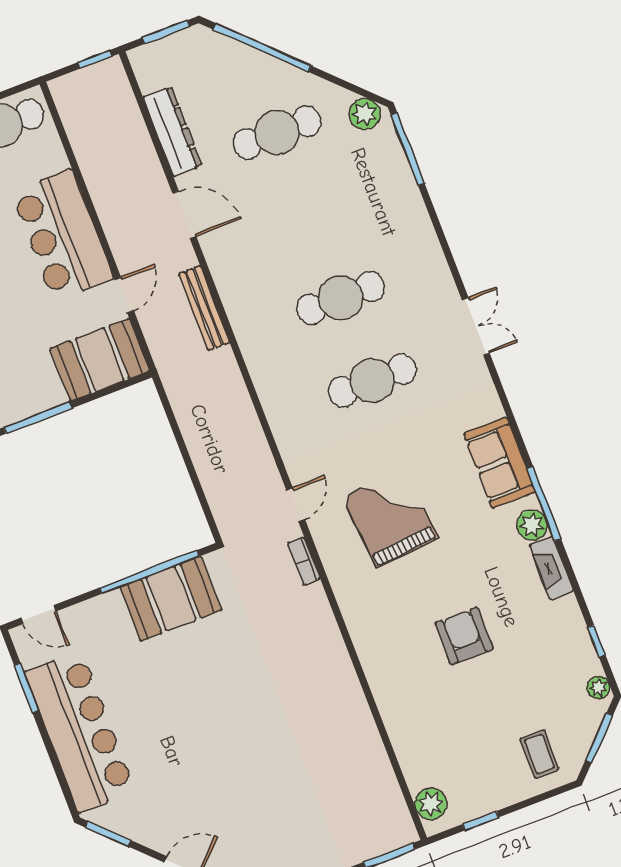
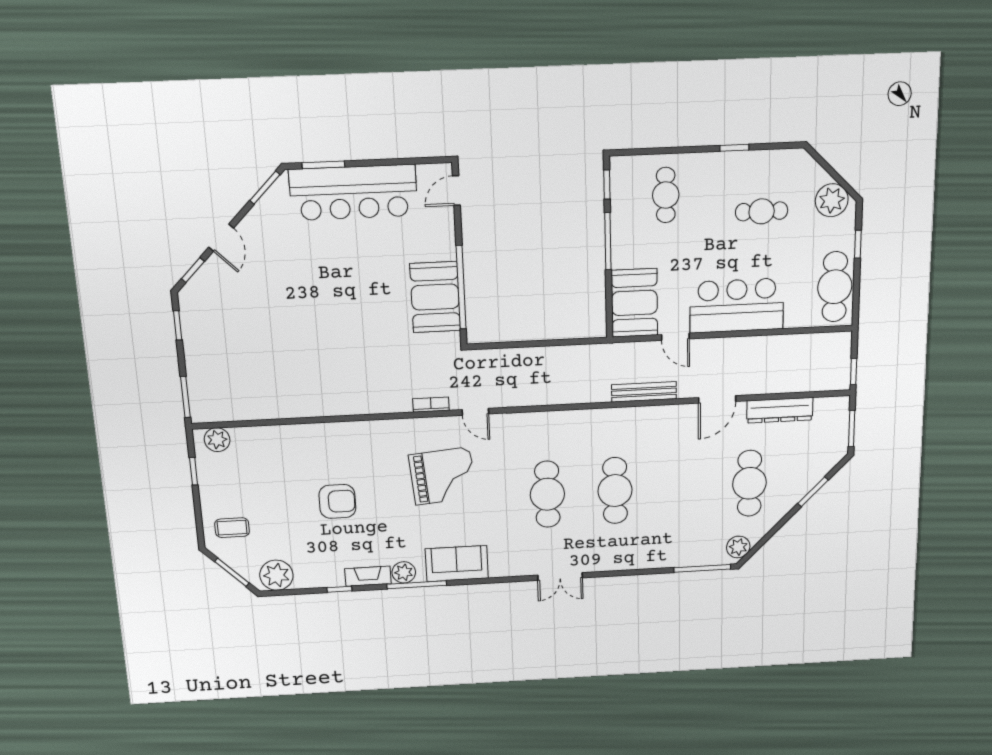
window: (262, 48) -> (813, 492), width x0.47
window: (597, 641) -> (339, 589), moved
window: (26, 688) -> (323, 165), moved
plant: (599, 688) -> (276, 575), width x1.88, depth x1.88

